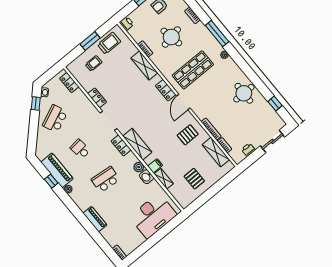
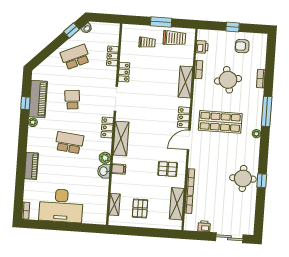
printer: (126, 23) -> (202, 47), moved
locker: (69, 83) -> (112, 56), moved
window: (275, 104) -> (262, 181), moved
shelving: (164, 179) -> (114, 204), moved
desk: (153, 216) -> (61, 206), moved

